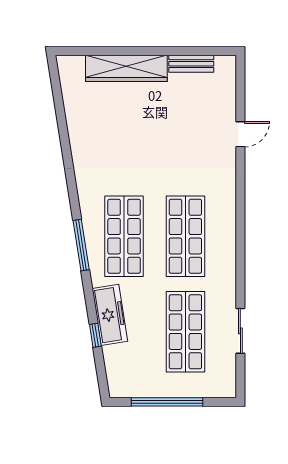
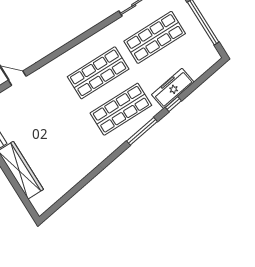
window: (95, 335) -> (173, 104), moved

